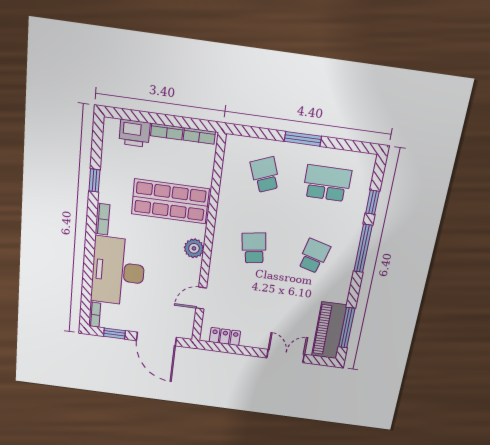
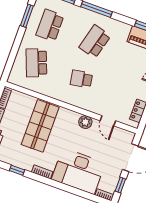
window: (303, 139) -> (27, 16), moved
school desk: (265, 175) -> (36, 63), width x1.85
plant: (194, 248) -> (85, 122), moved
school desk: (314, 256) -> (95, 41), width x1.85

